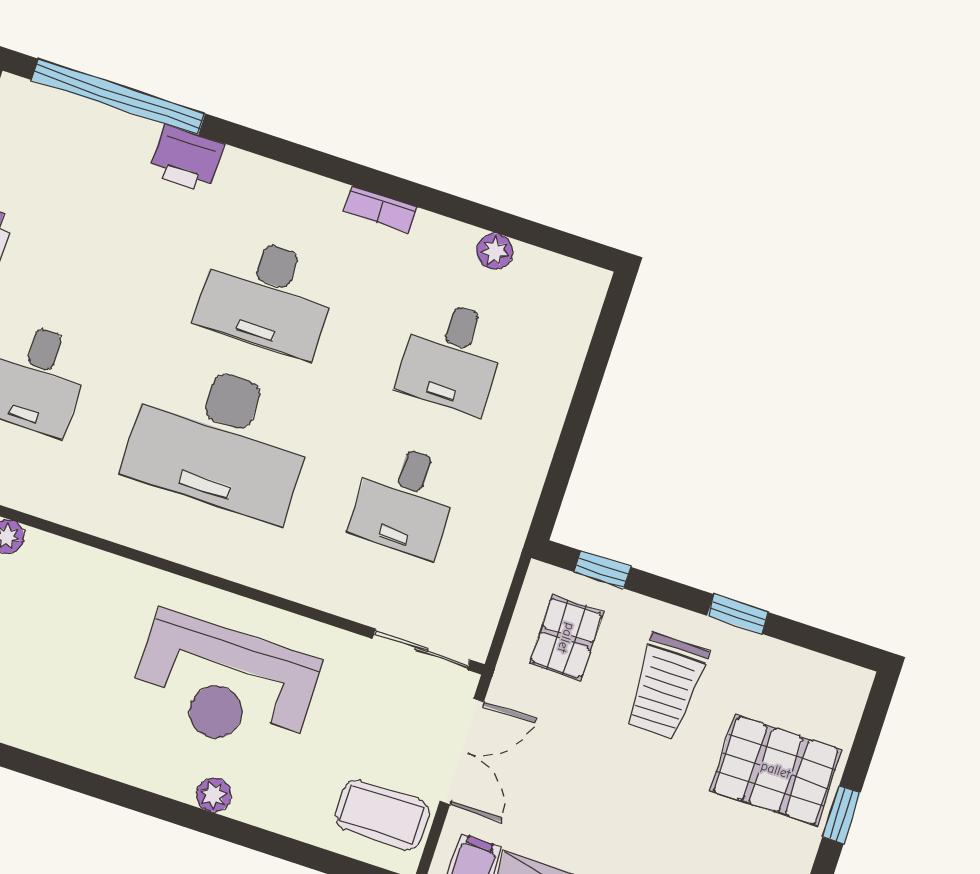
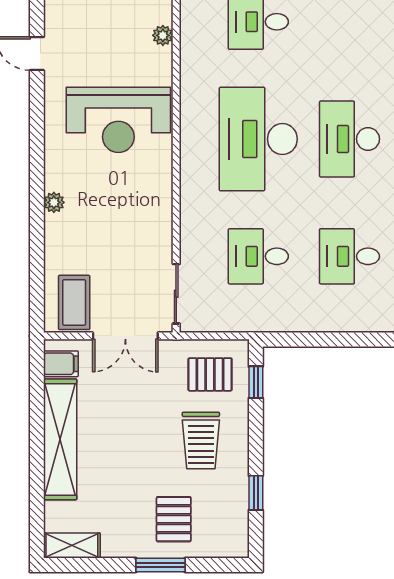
window: (738, 614) -> (256, 493), moved
reception desk: (225, 685) -> (118, 120), moved, turned -90
trolley: (666, 686) -> (201, 440), turned -90
pallet: (776, 770) -> (174, 519), width x0.67, depth x0.71
window: (841, 815) -> (160, 565), width x1.50

